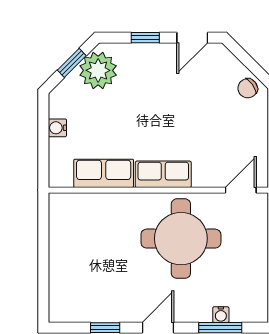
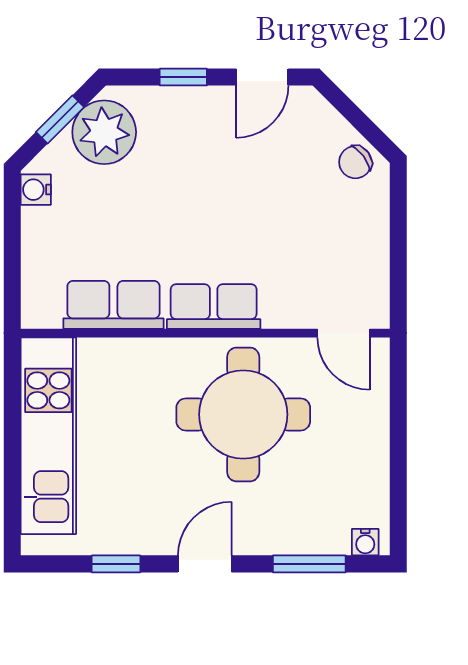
water cooler: (57, 128) -> (36, 190), moved
door: (241, 190) -> (344, 333), swing flipped
kitchen unit: (65, 251) -> (48, 436), added
water cooler: (221, 315) -> (365, 542), moved

